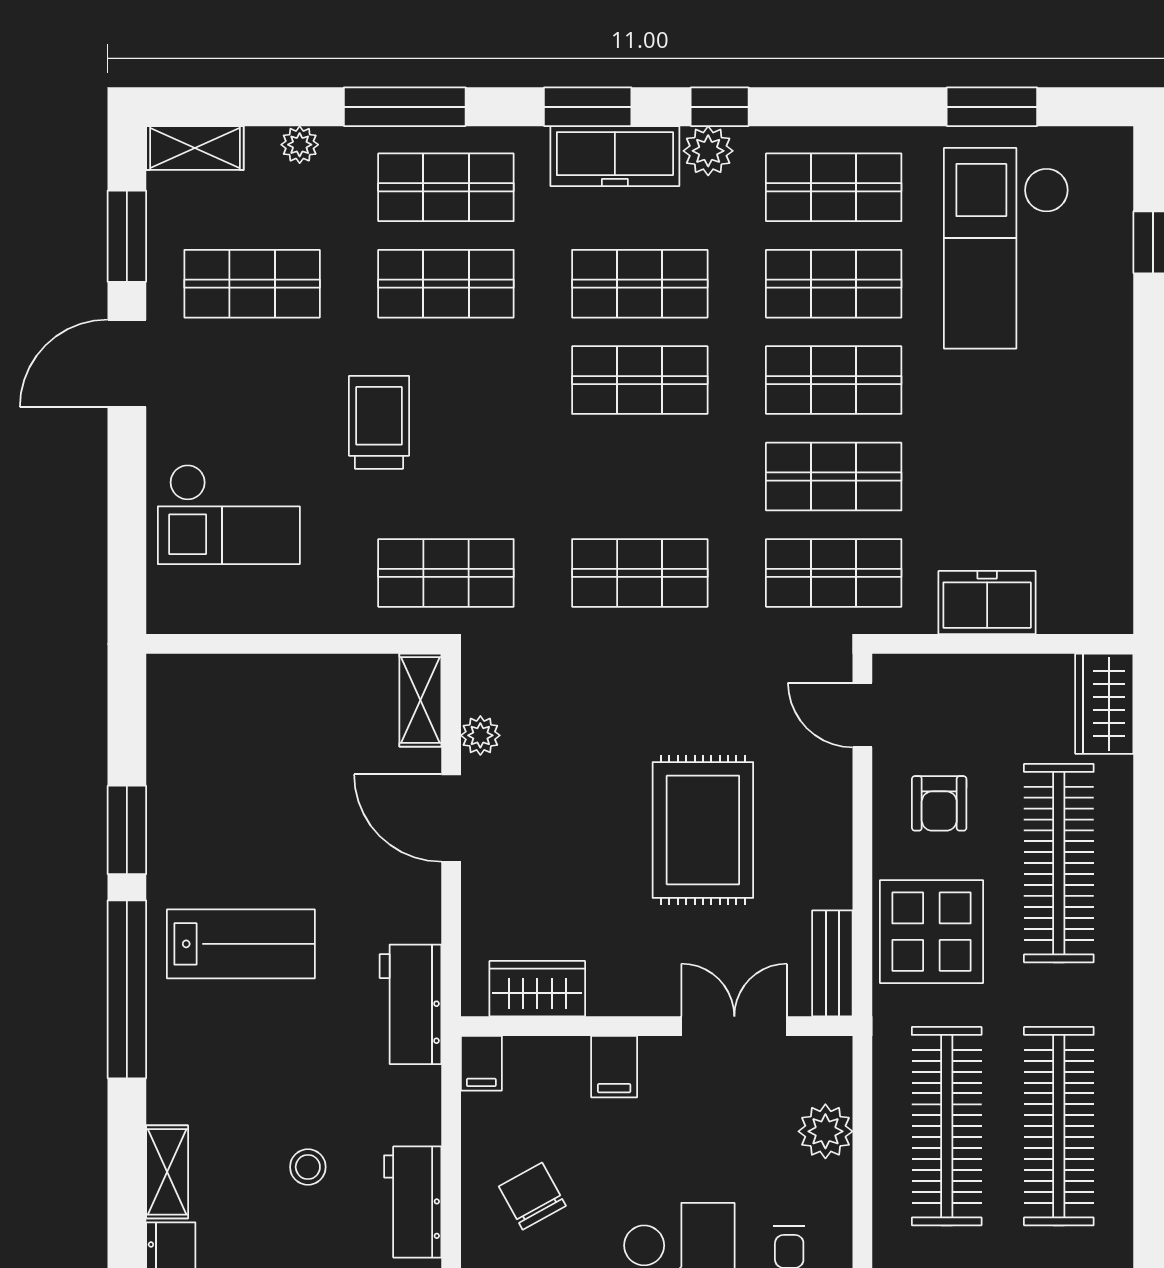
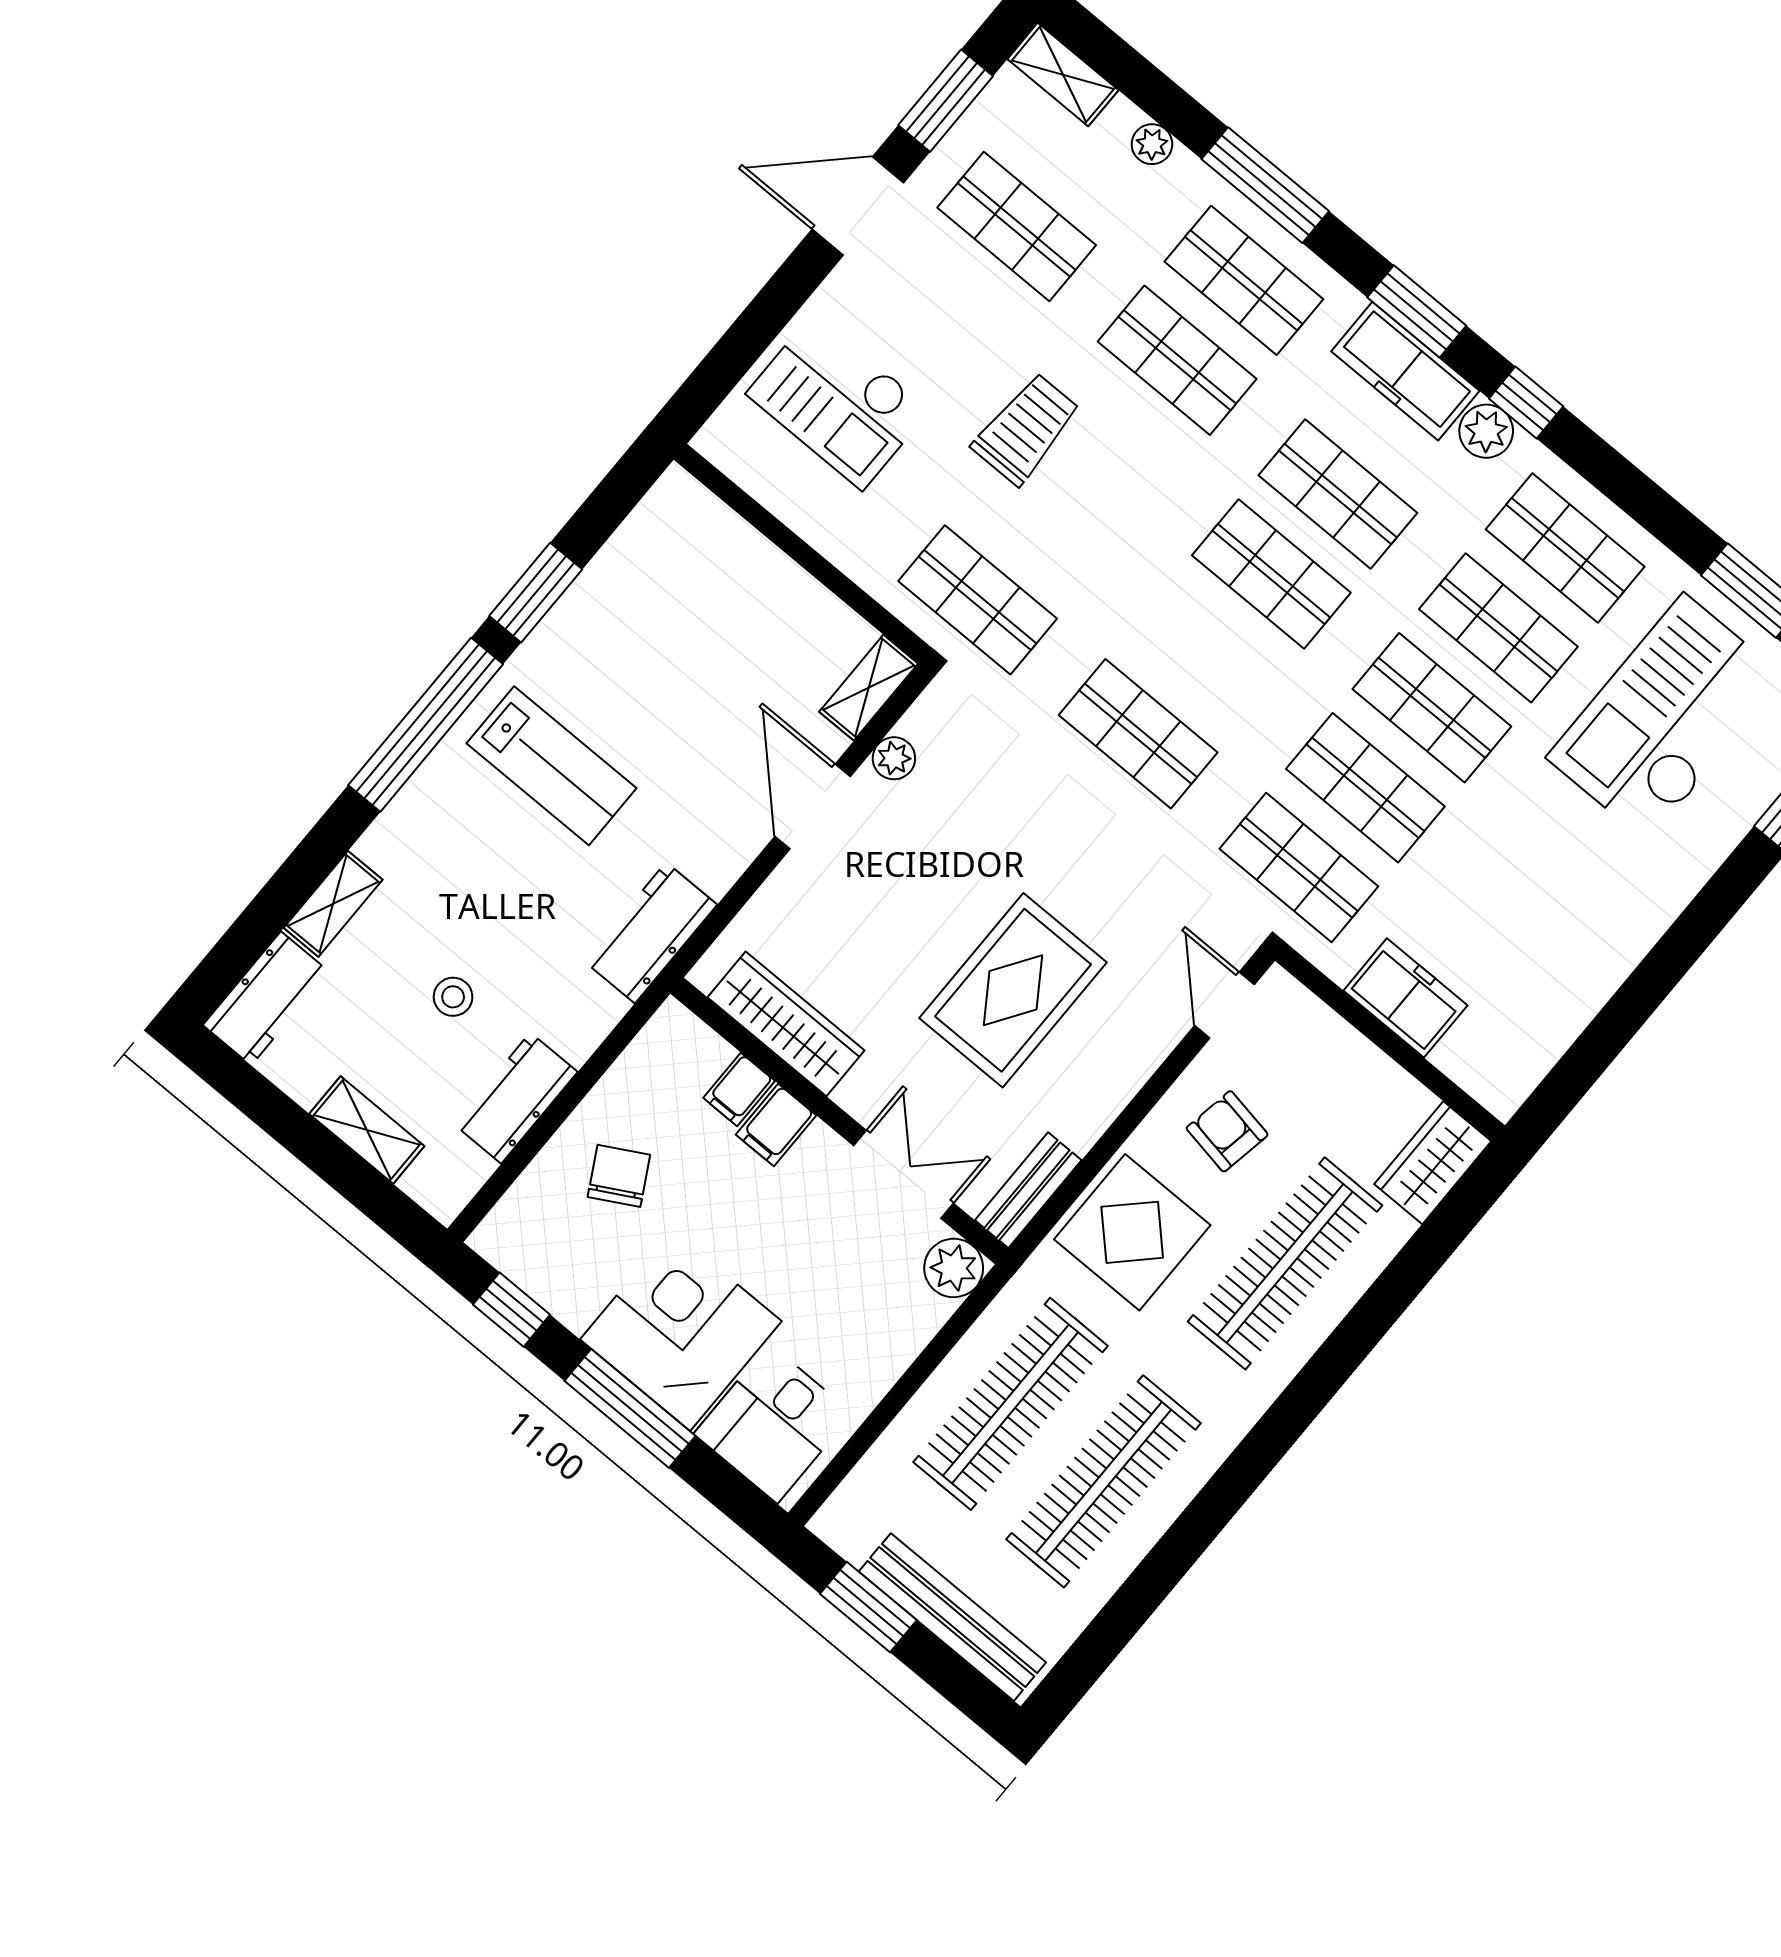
armchair: (939, 803) -> (1227, 1131), turned 100
wardrobe: (537, 989) -> (786, 1024), width x1.50
filing cabinet: (481, 1063) -> (739, 1089), moved
plant: (825, 1131) -> (954, 1268), moved

